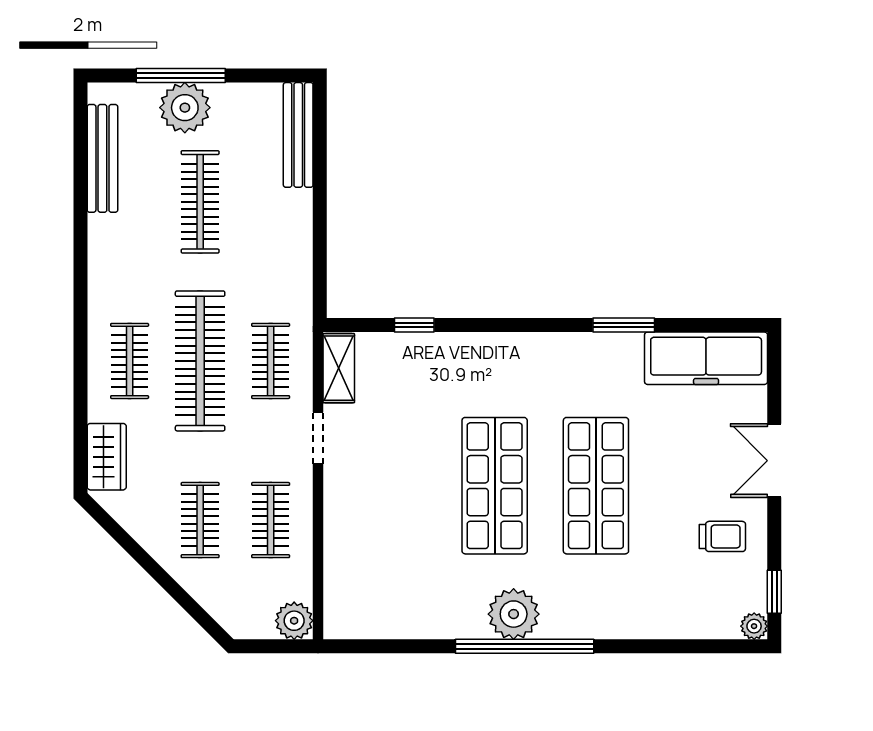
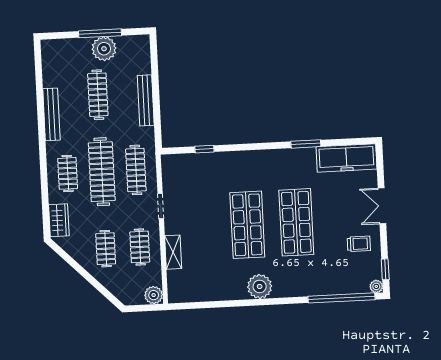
window: (181, 76) -> (100, 33), moved
plant: (185, 108) -> (104, 49), moved
bench: (298, 135) -> (146, 100), moved
bench: (102, 158) -> (51, 114), moved
clothes rail: (271, 361) -> (136, 170), width x1.36
shelving: (339, 368) -> (173, 252), moved
window: (525, 646) -> (342, 298), moved

